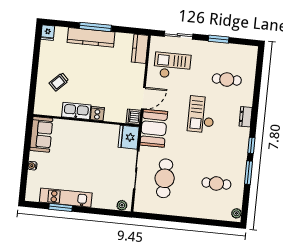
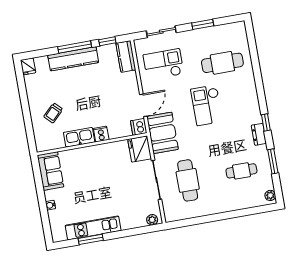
window: (127, 30) -> (107, 41), added
cafe table: (227, 80) -> (222, 63), width x1.37, depth x1.35
dresser: (246, 117) -> (259, 134), moved
window: (249, 173) -> (273, 161), moved

